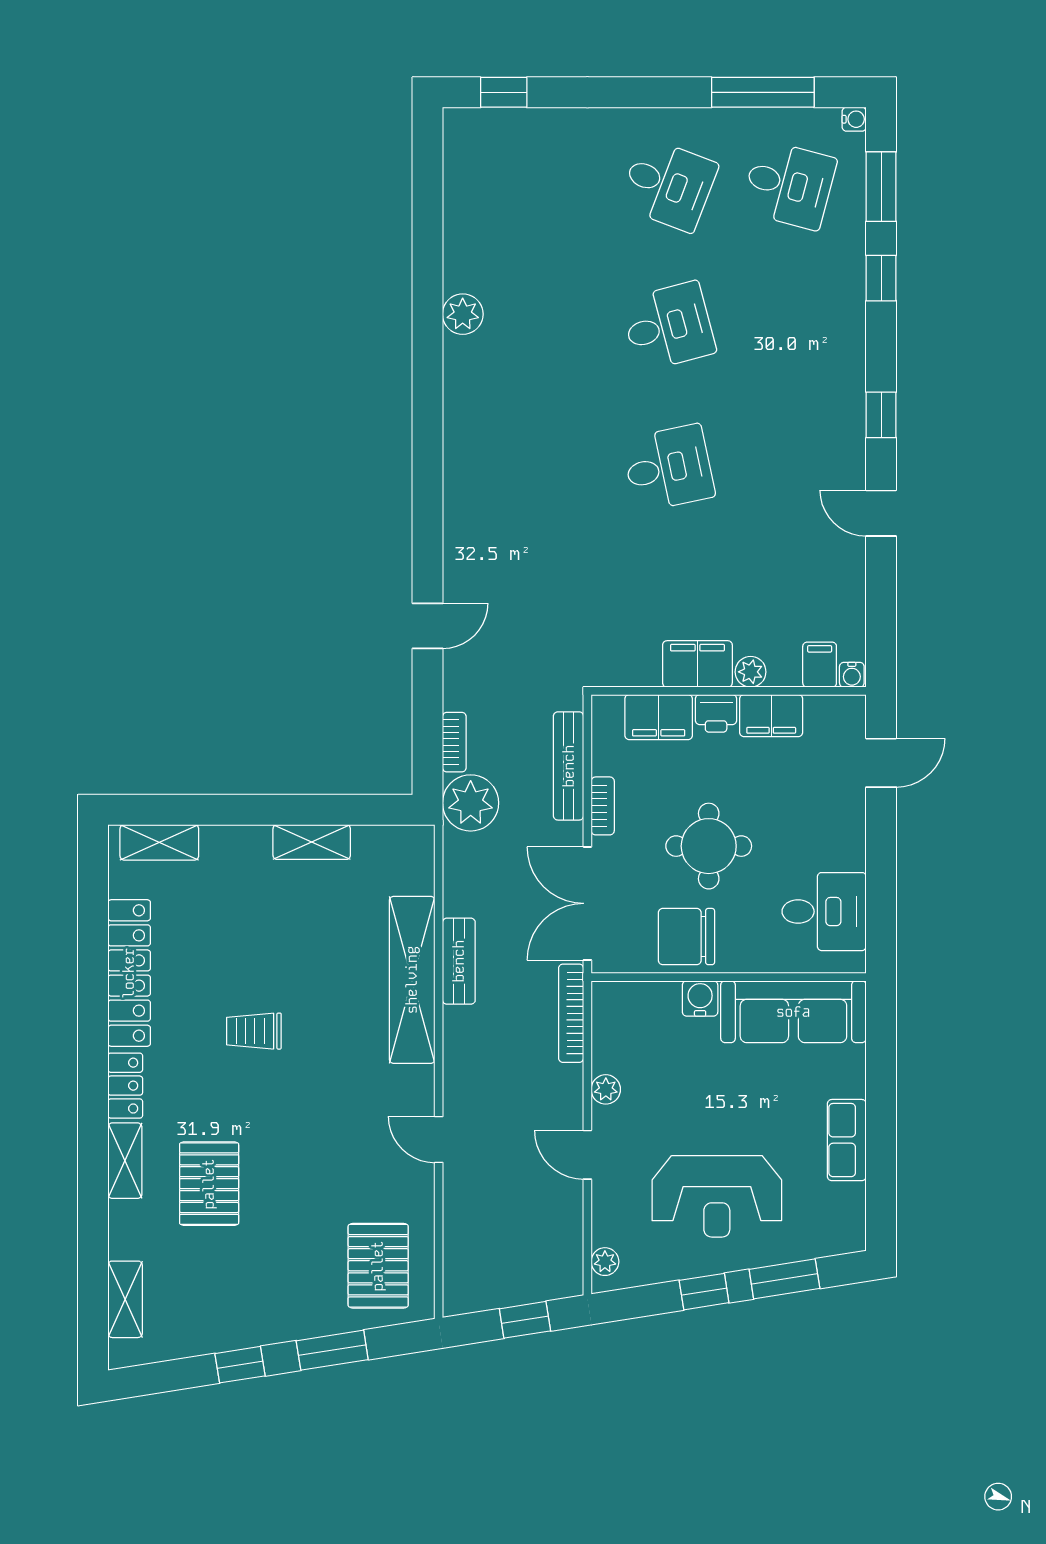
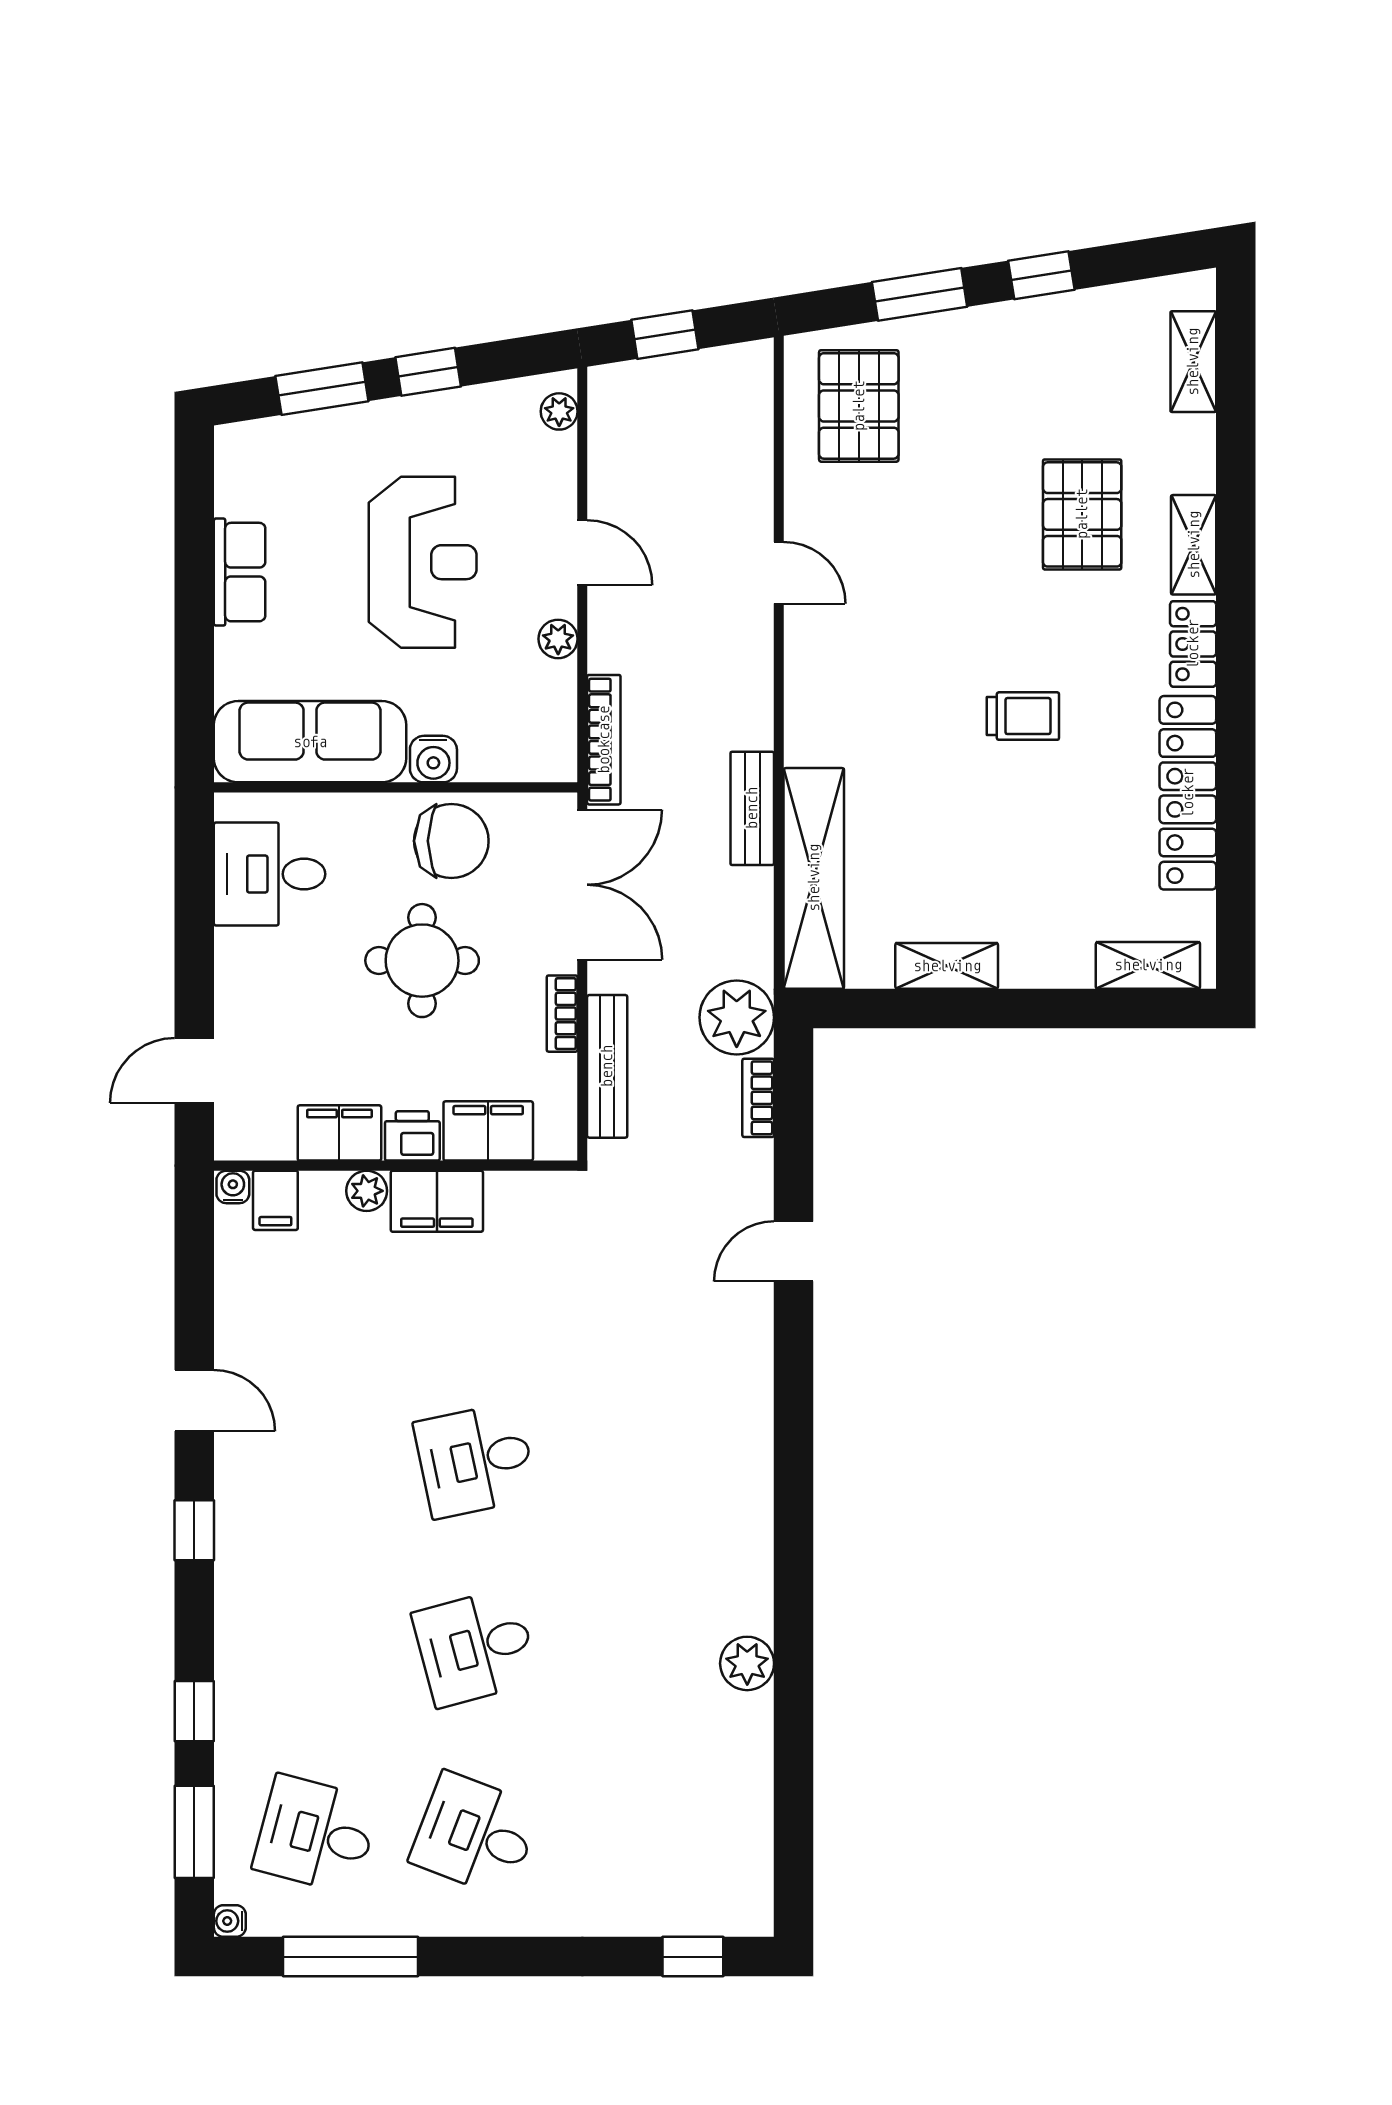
shelving: (412, 980) -> (814, 878), moved
reception desk: (717, 1196) -> (423, 562), moved, turned 90

